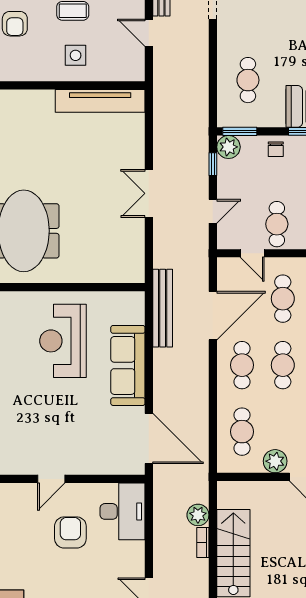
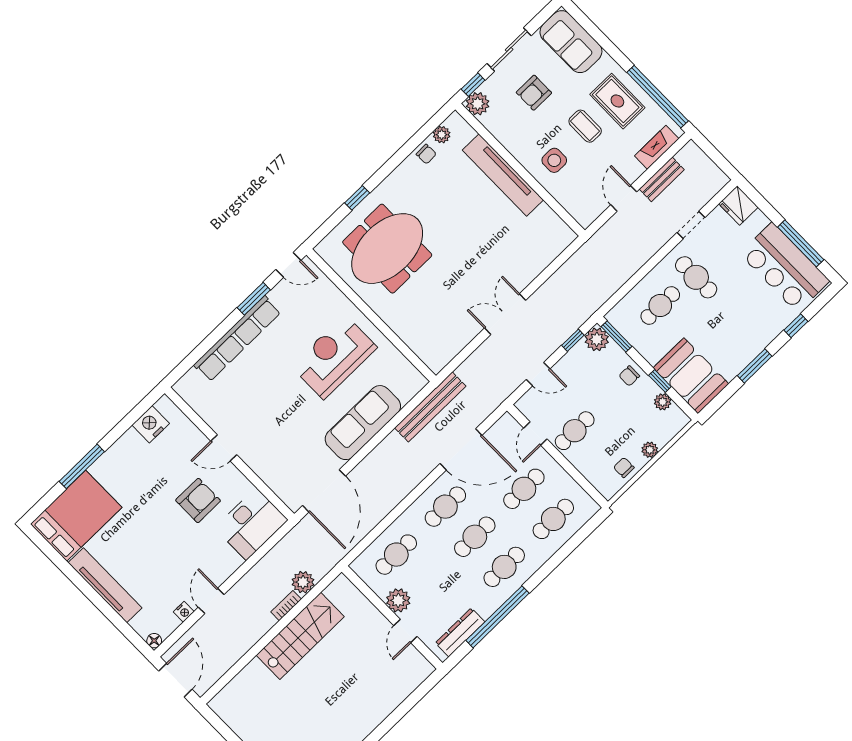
cafe table: (253, 36) -> (696, 277), added
tv unit: (100, 101) -> (503, 175), moved

